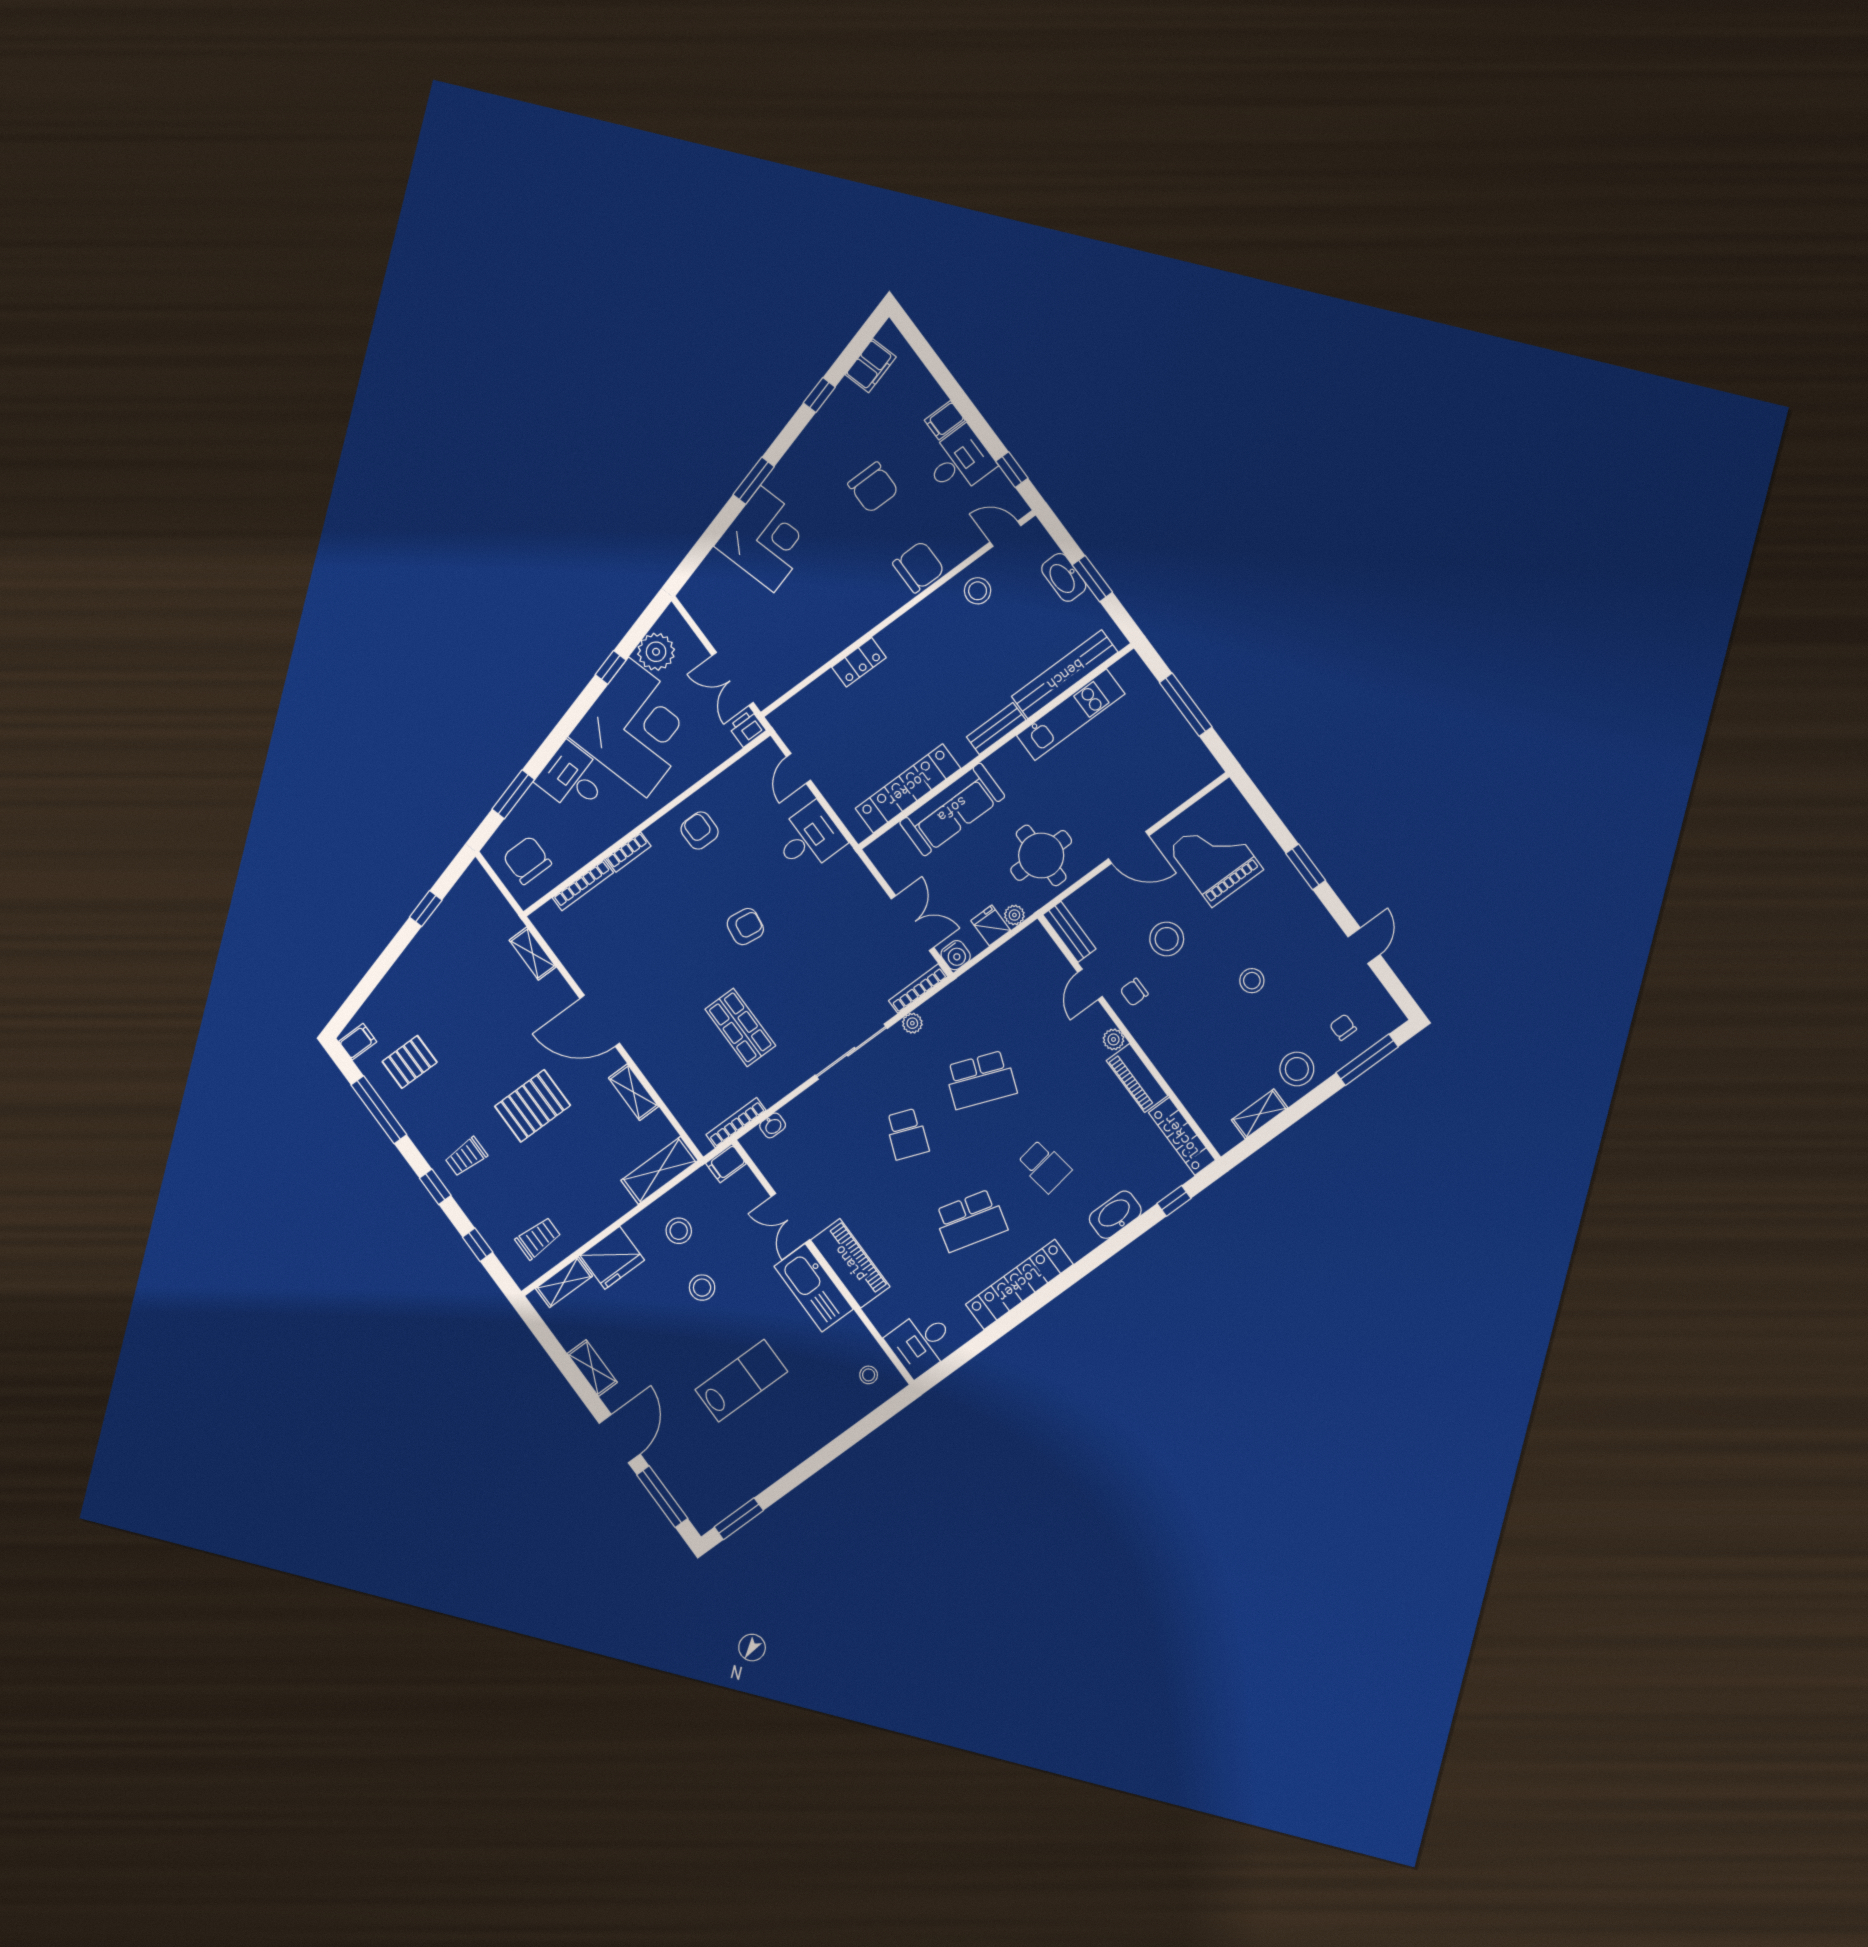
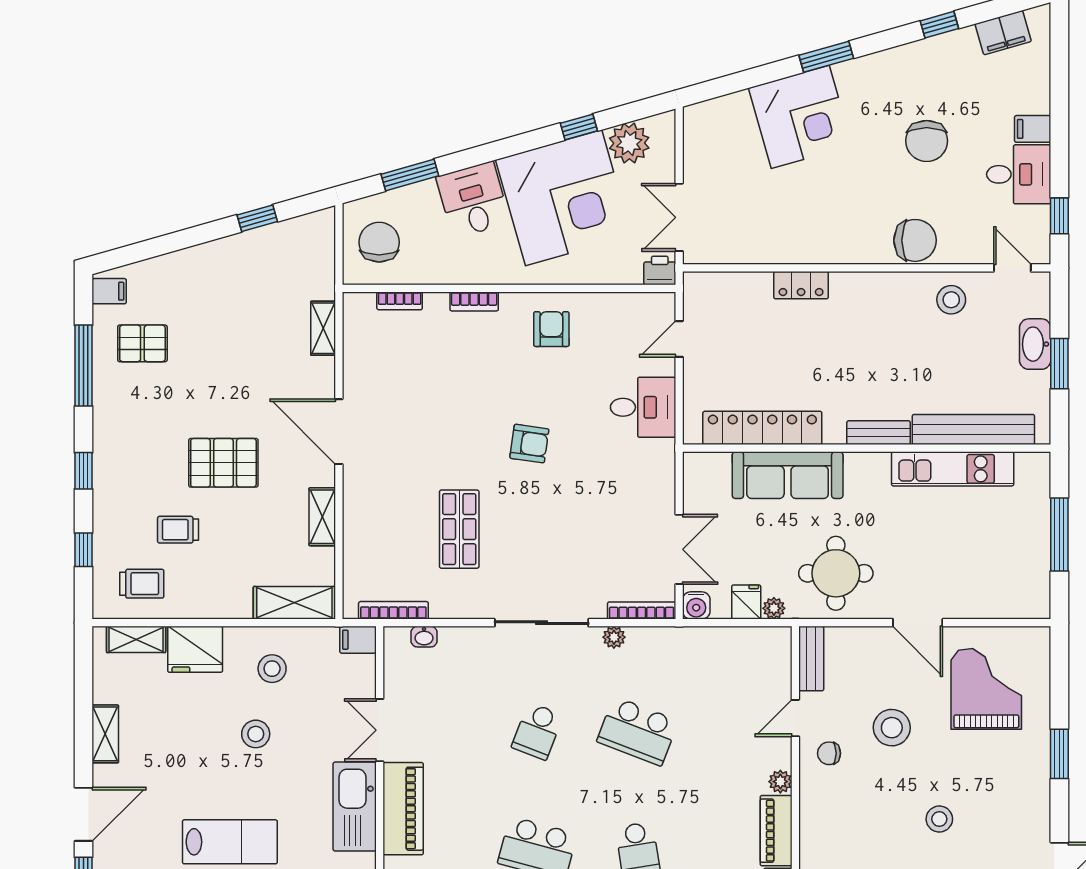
bookcase: (583, 885) -> (400, 301), width x0.64
trolley: (466, 1157) -> (178, 530), moved

